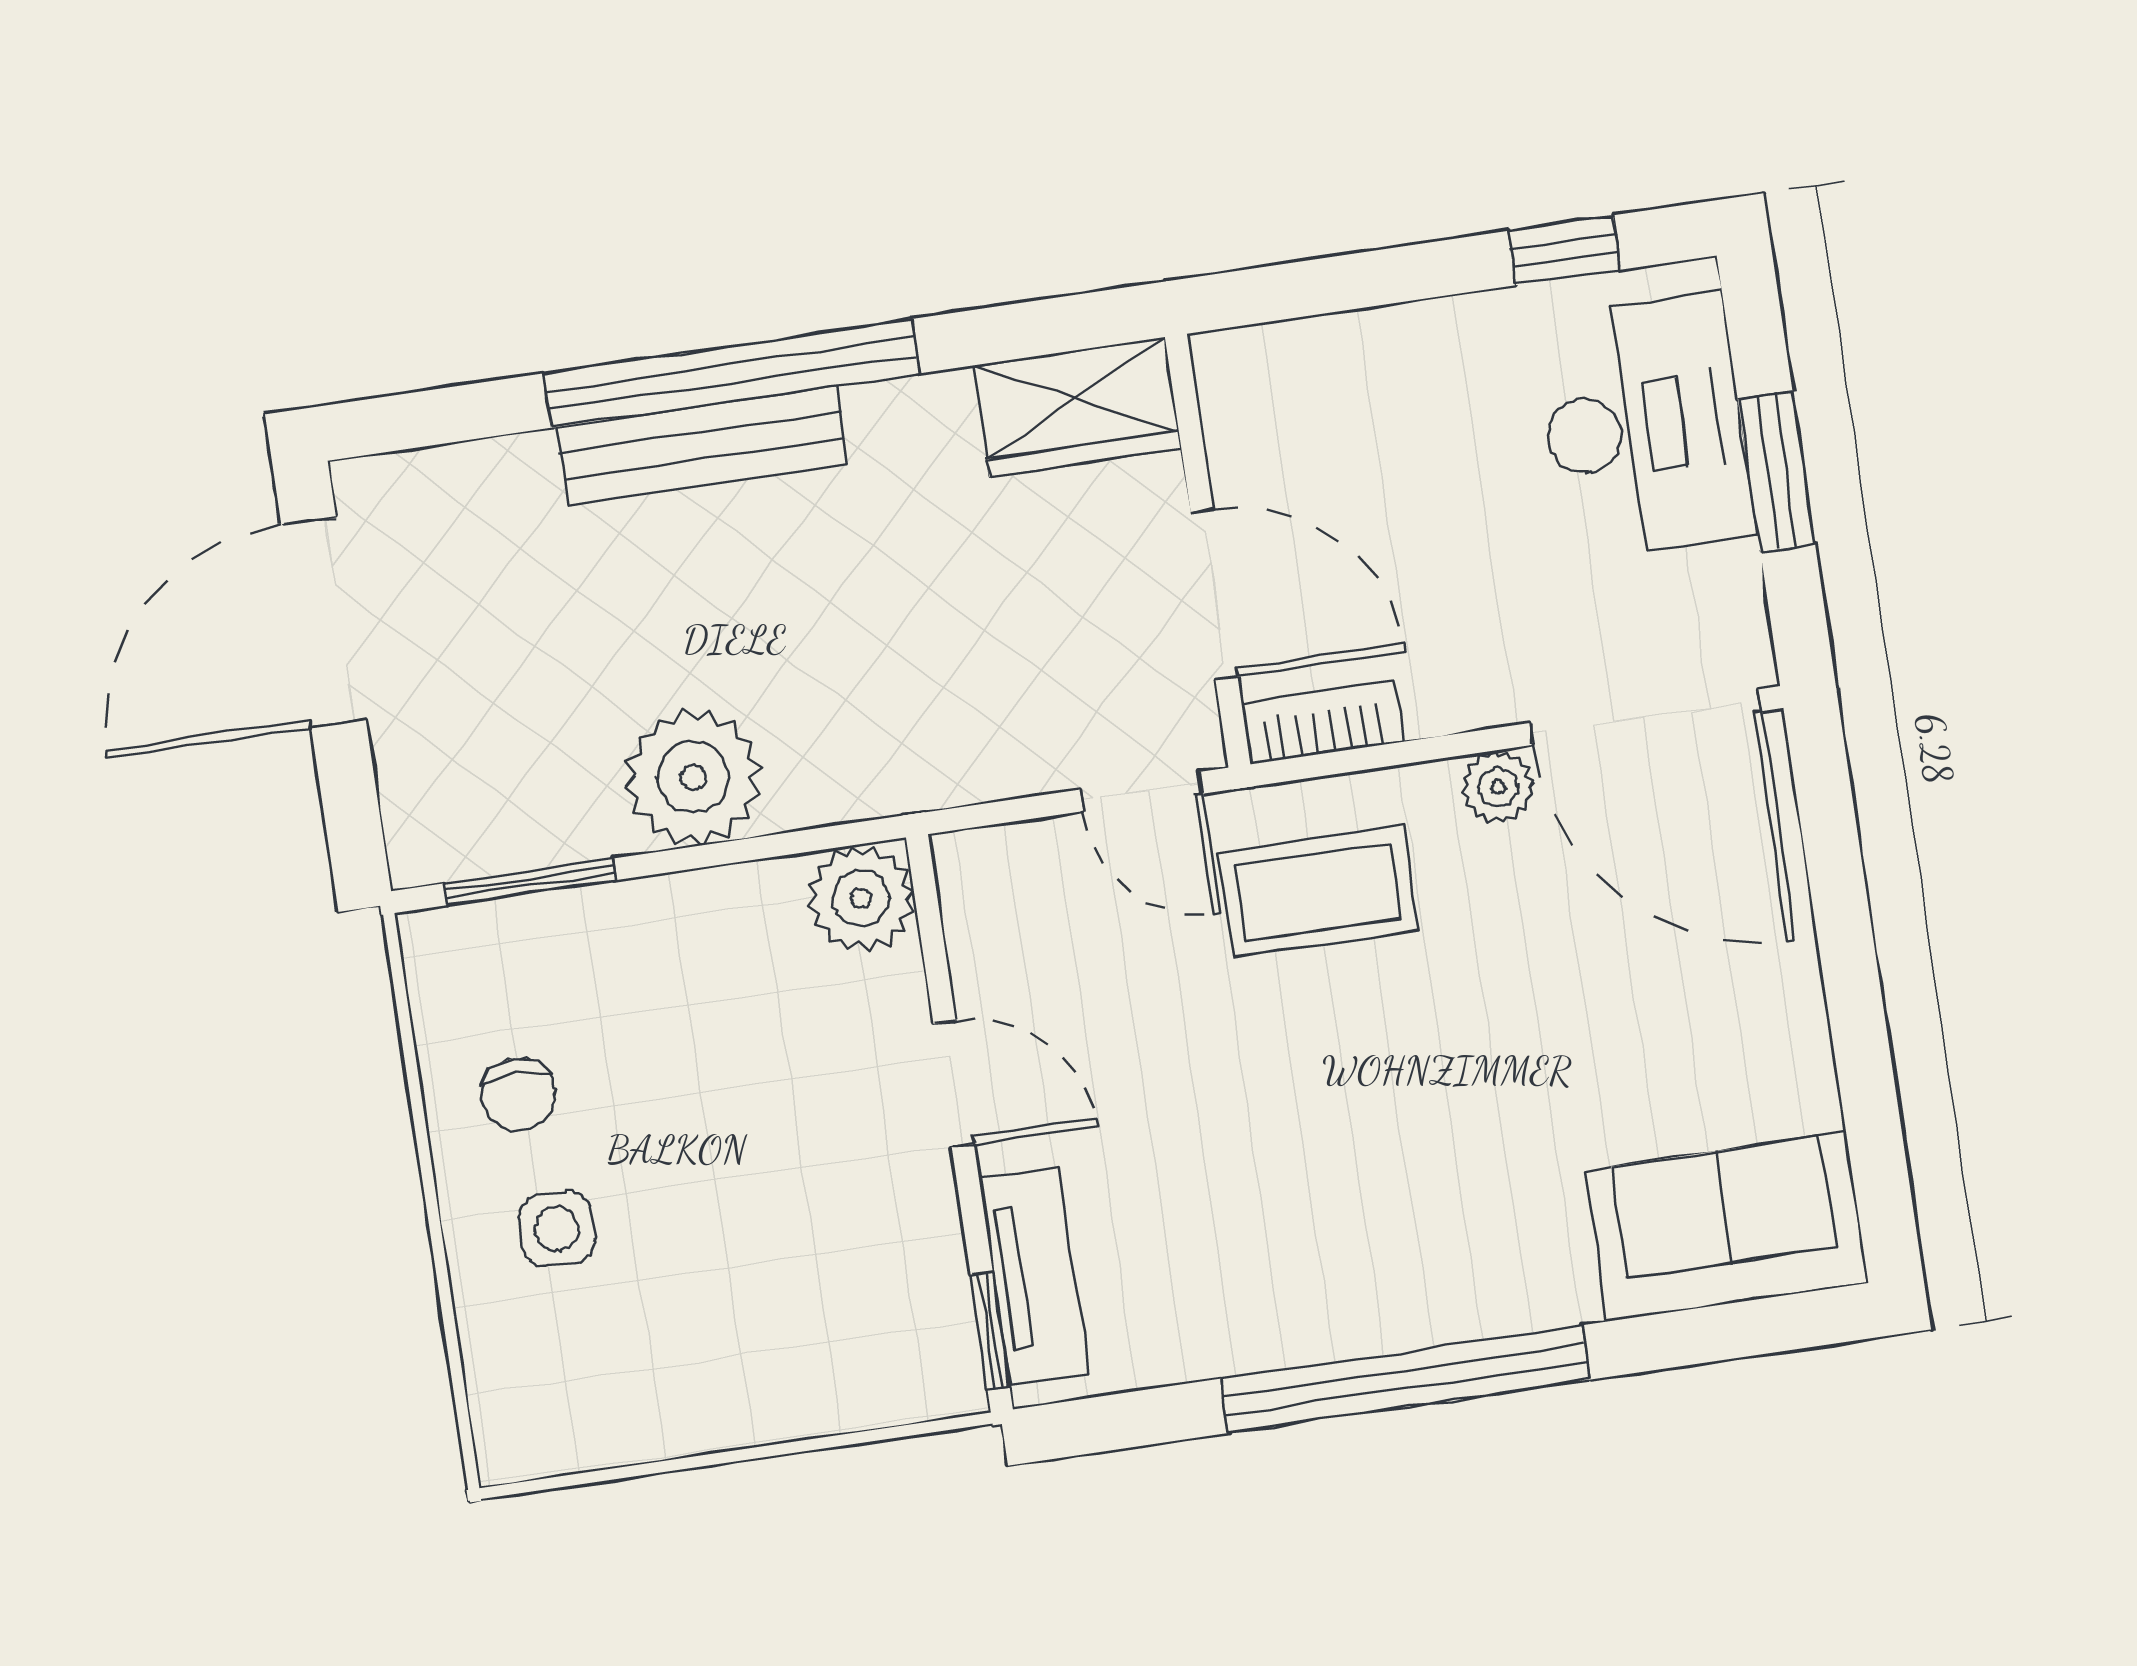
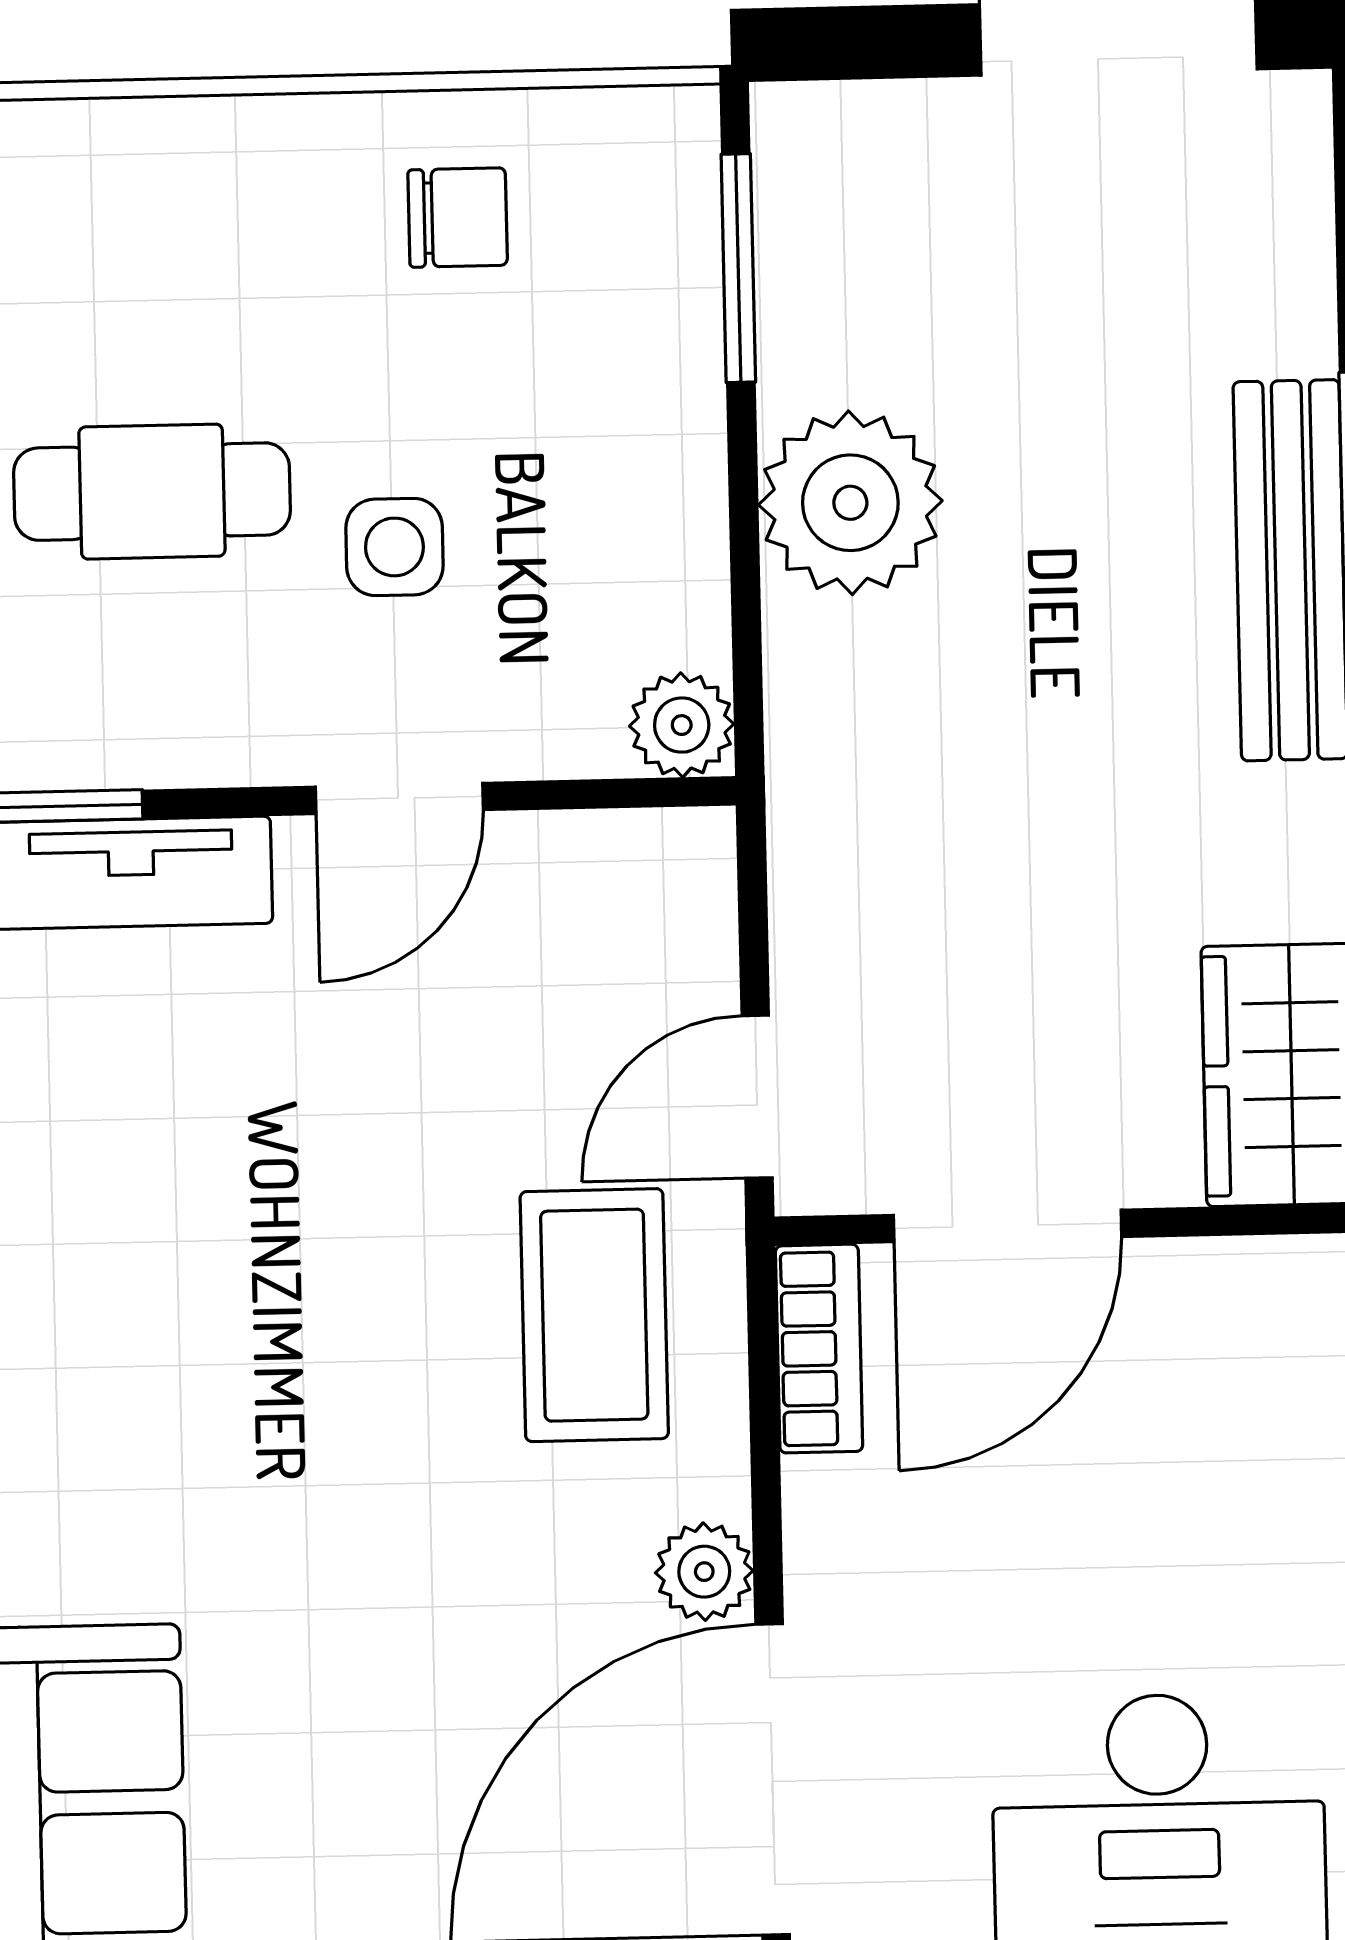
plant: (861, 898) -> (682, 725), width x0.73, depth x0.73
chair: (518, 1094) -> (458, 218), turned 180
side table: (556, 1229) -> (394, 547), moved
cafe table: (749, 1295) -> (152, 492), added

